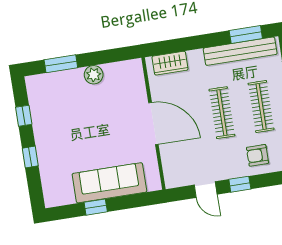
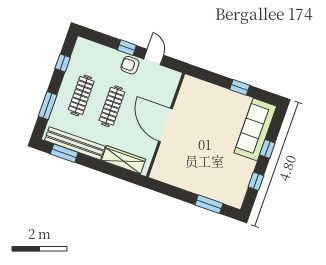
wardrobe: (170, 63) -> (124, 160), width x1.50
plant: (94, 75) -> (190, 183), removed
armchair: (257, 155) -> (130, 65), moved, turned 180
sofa: (109, 183) -> (255, 129), moved, turned 90

